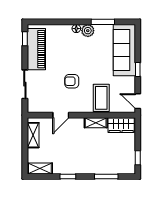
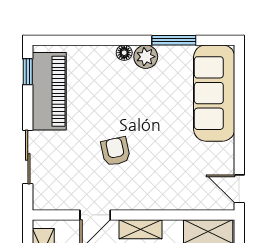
window: (138, 69) -> (239, 129), removed
armchair: (72, 81) -> (116, 151), turned 78
coffee table: (101, 98) -> (171, 182), removed
shelving: (96, 123) -> (141, 229), moved

